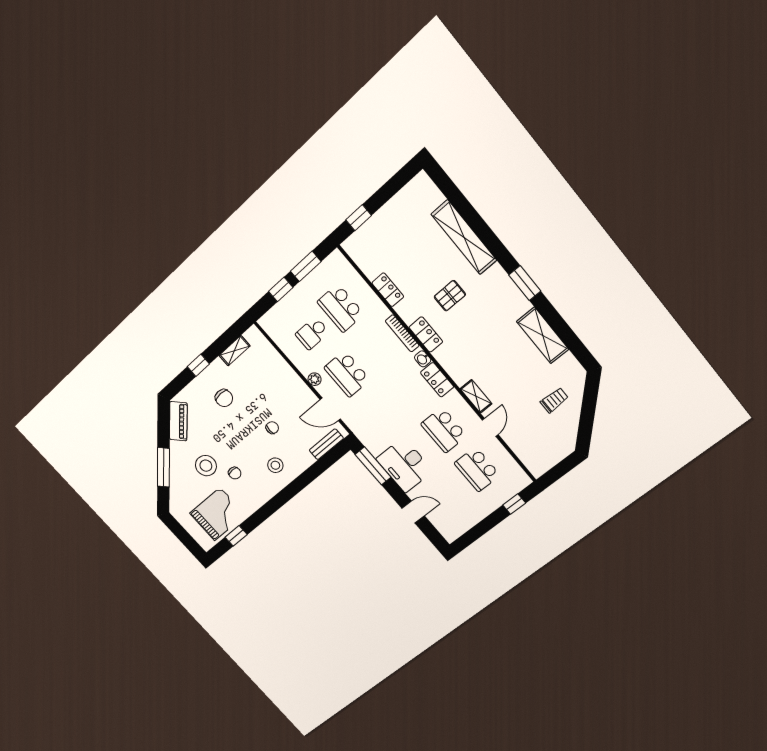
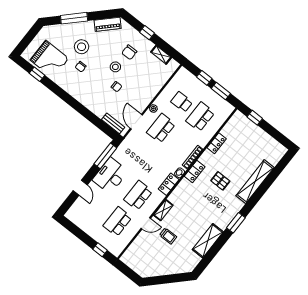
trolley: (554, 400) -> (168, 236), moved
stool: (275, 465) -> (115, 67), moved

